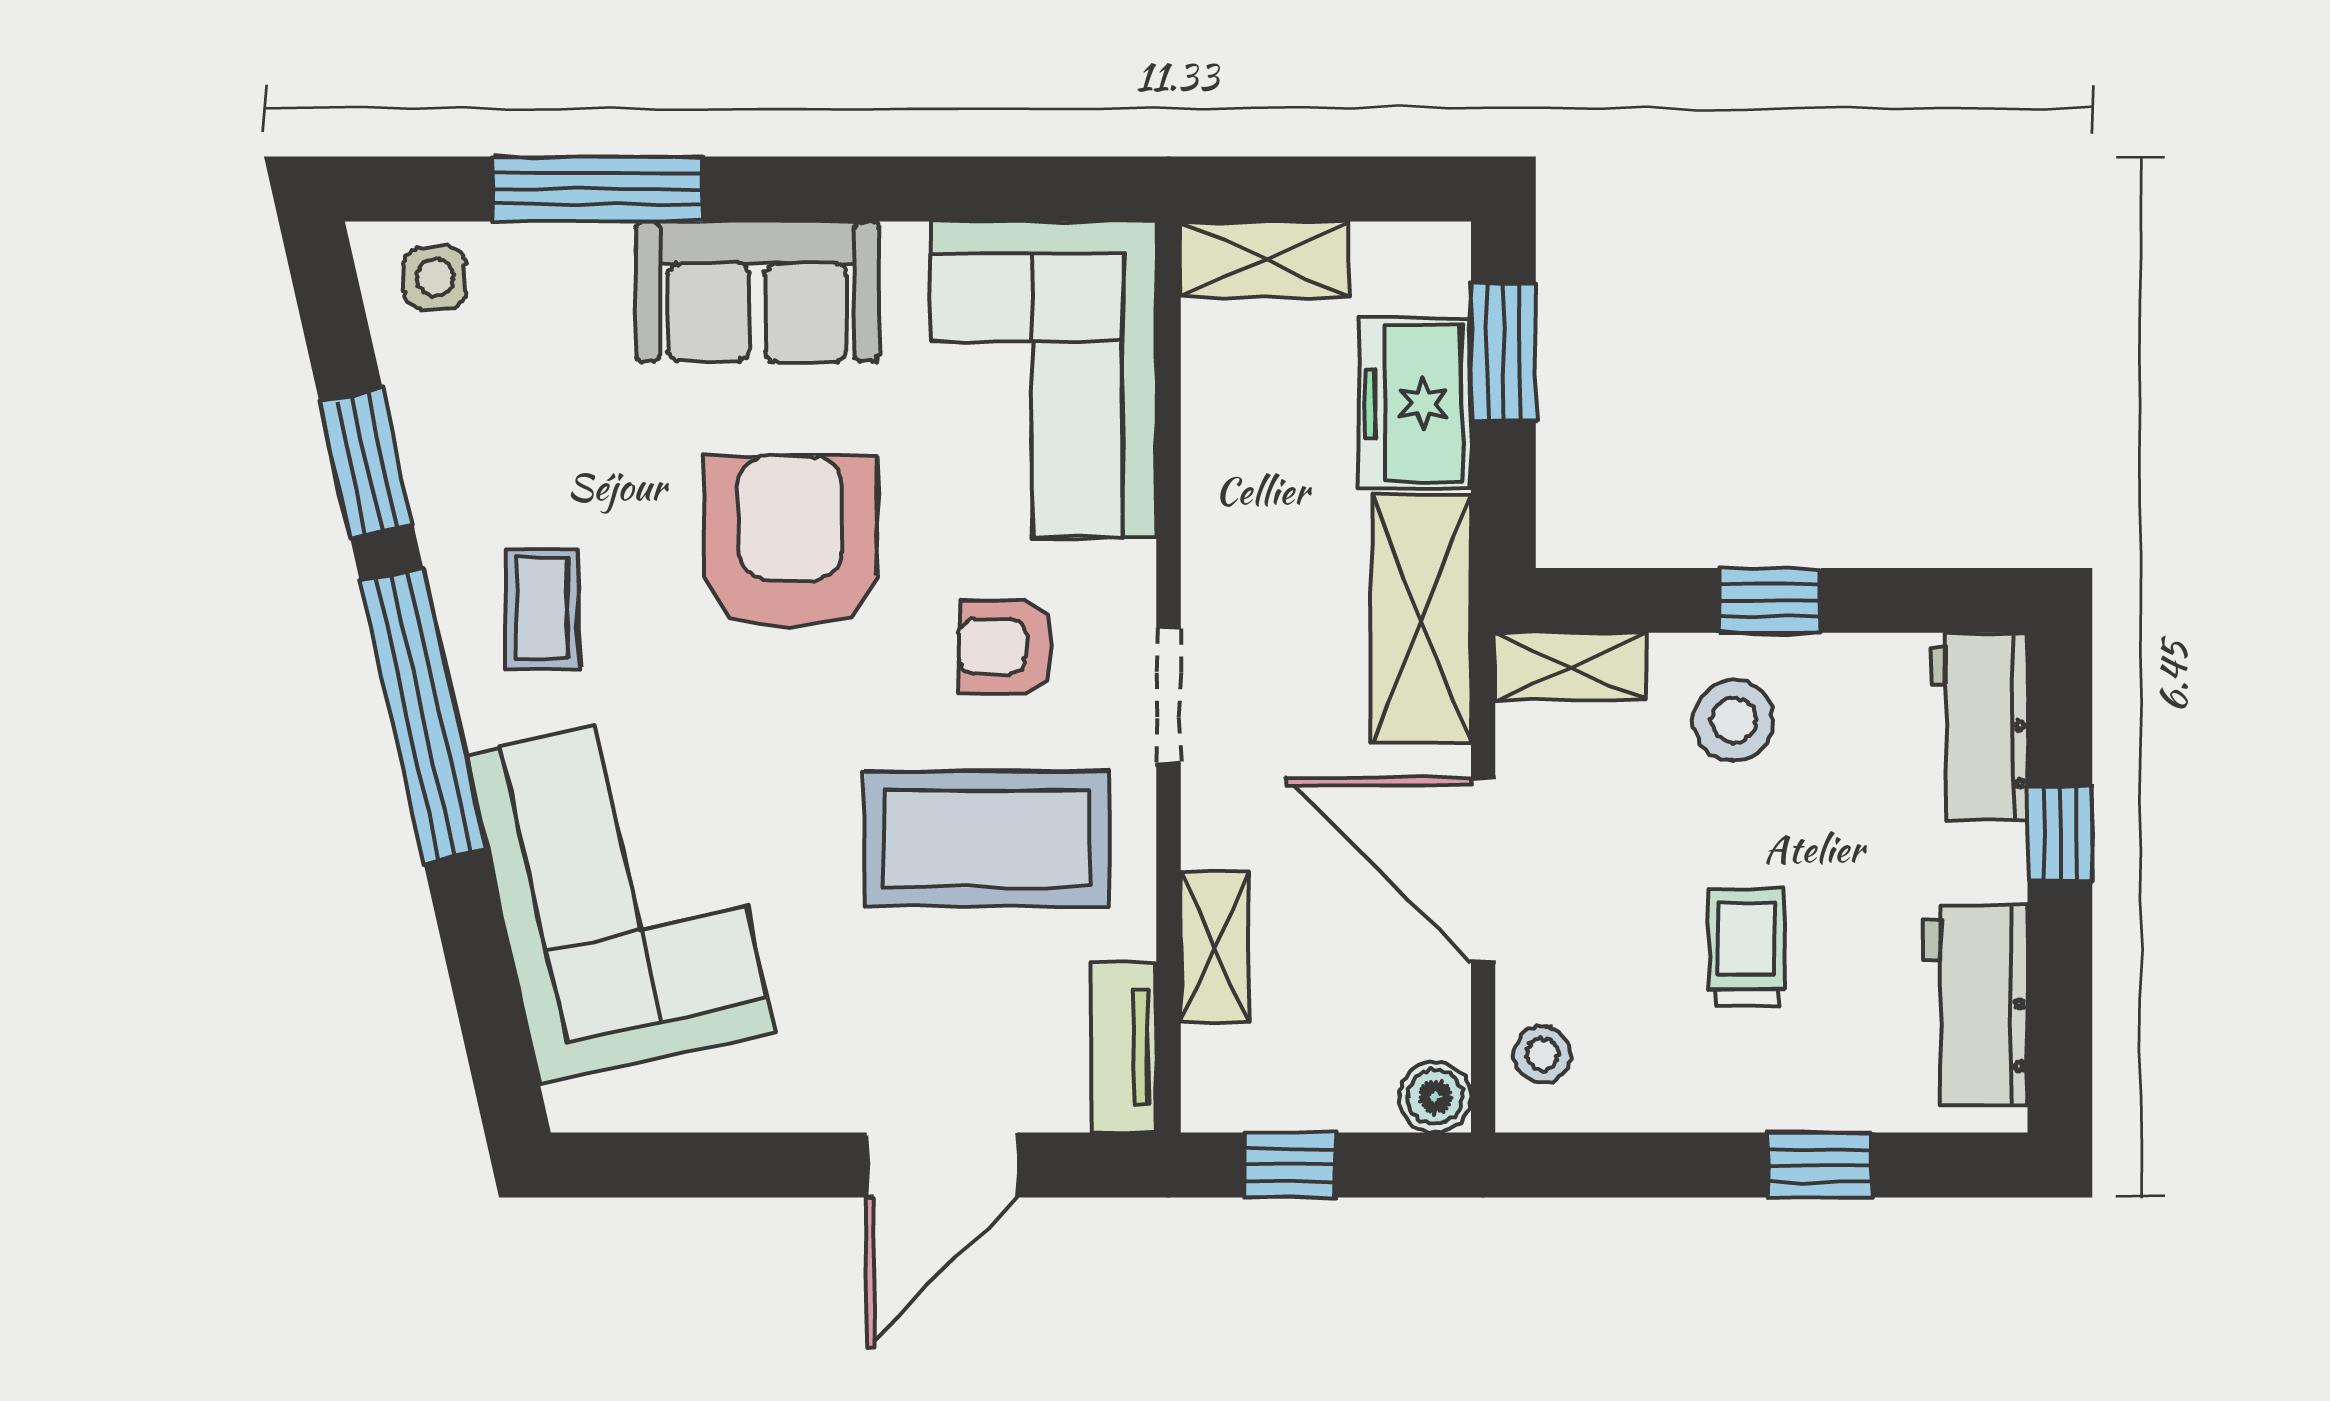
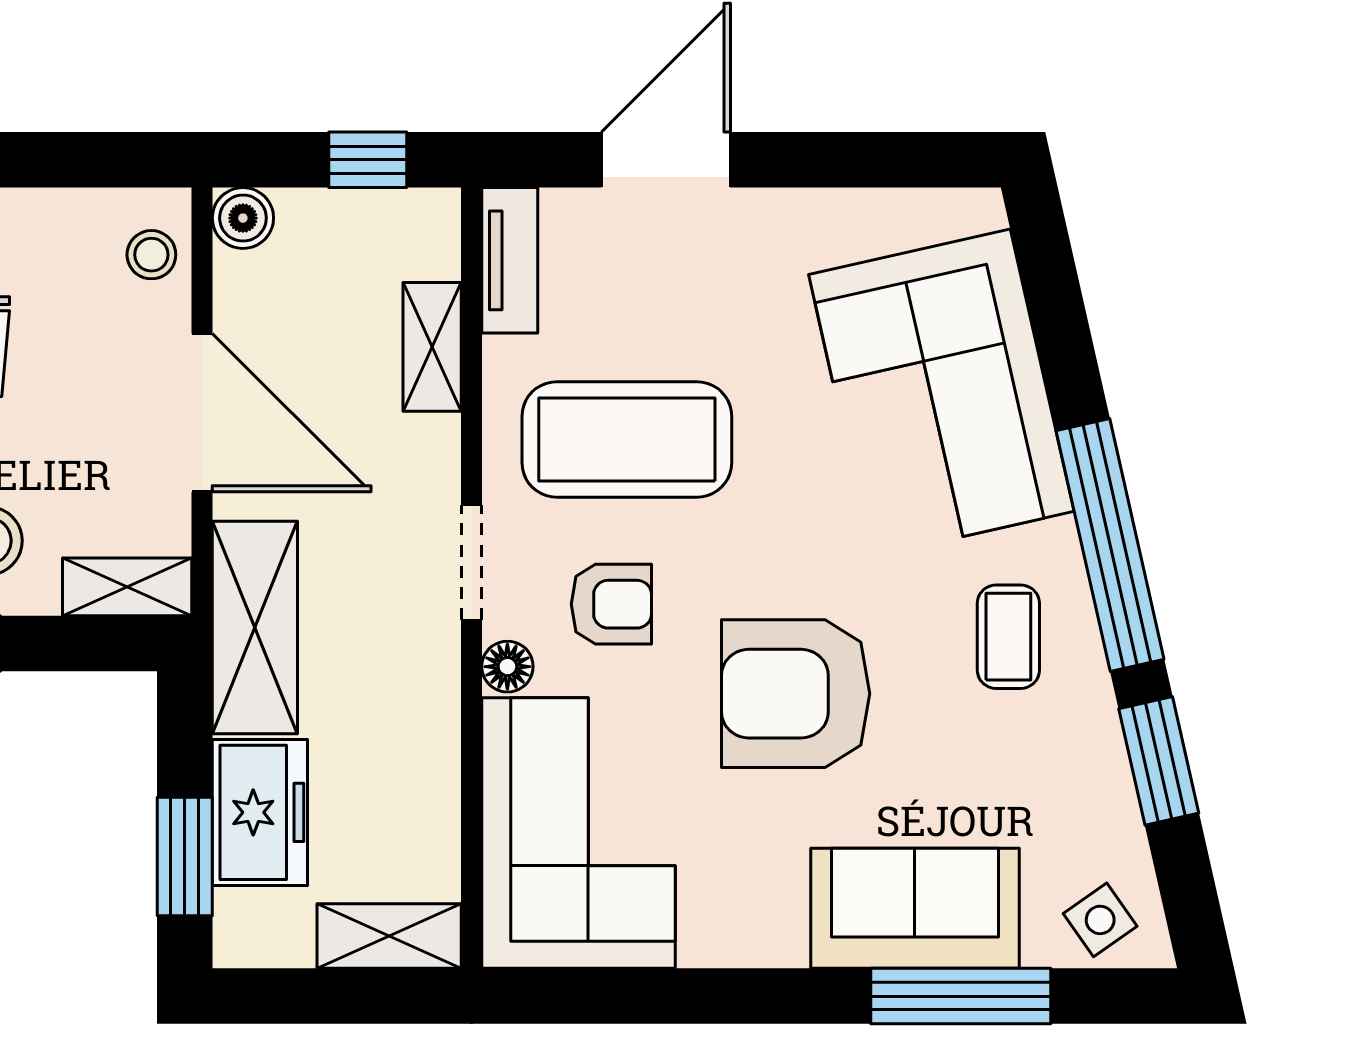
side table: (435, 278) -> (1100, 920), turned -35
sofa: (757, 292) -> (915, 908), moved
armchair: (790, 542) -> (796, 694), turned 90
floor lamp: (1127, 574) -> (507, 667), added

